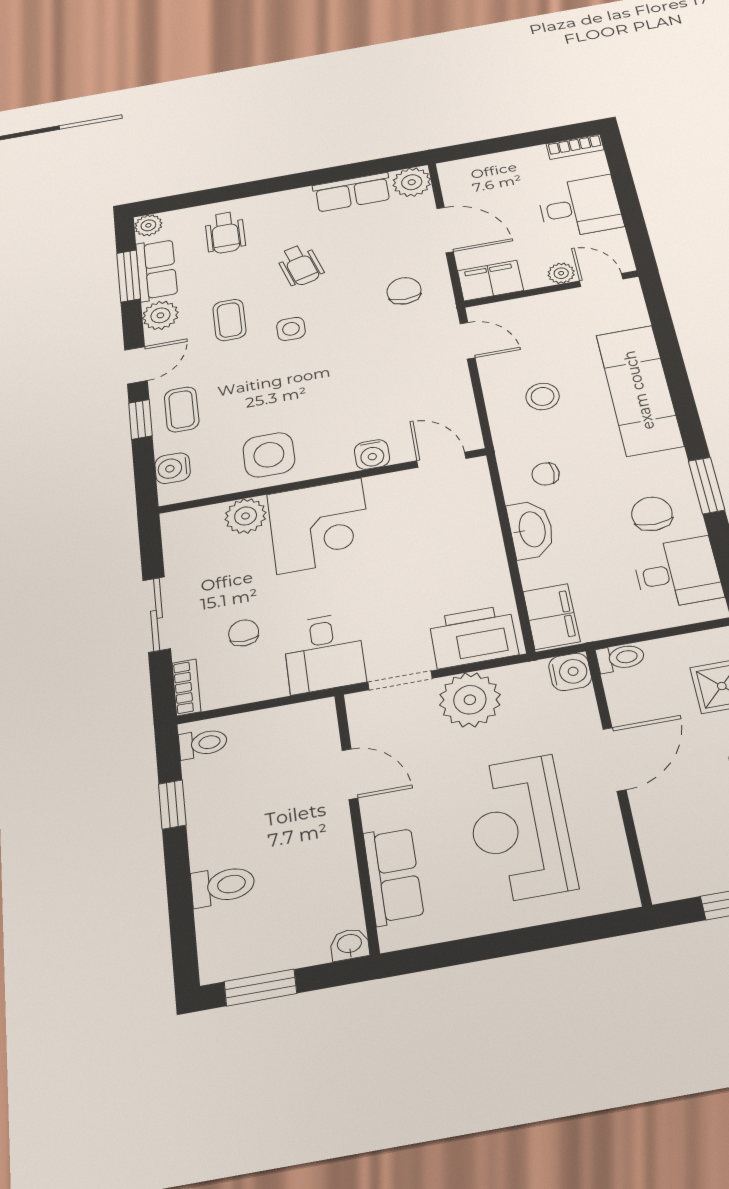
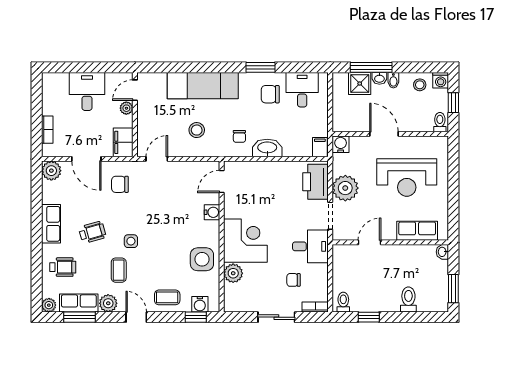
bookcase: (575, 147) -> (47, 130), moved
row of seats: (352, 192) -> (51, 224), moved
door: (445, 230) -> (86, 159), swing flipped
coffee table: (229, 320) -> (119, 270), turned 90
window: (140, 419) -> (196, 317), moved
filing cabinet: (551, 616) -> (320, 147), width x0.50
toilet: (621, 658) -> (440, 122), moved

